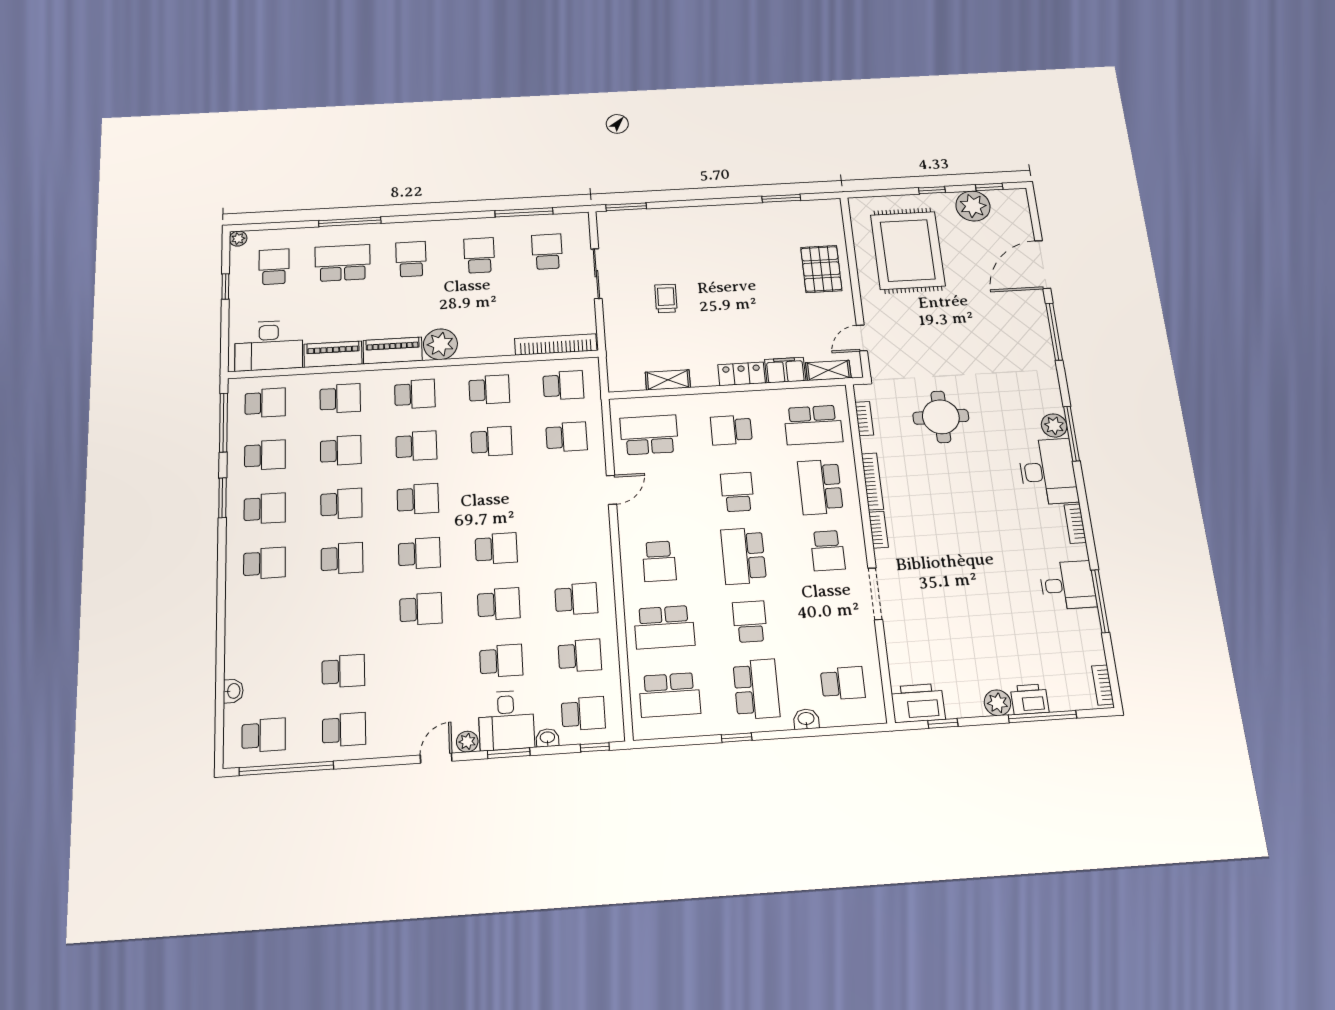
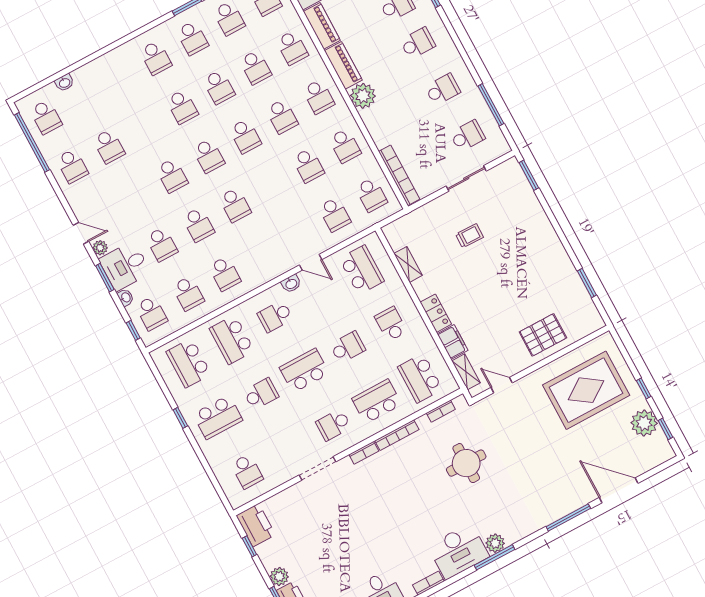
washbasin: (806, 719) -> (291, 284), moved, turned 90

